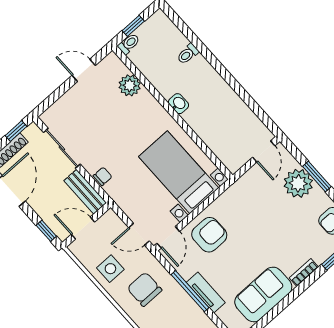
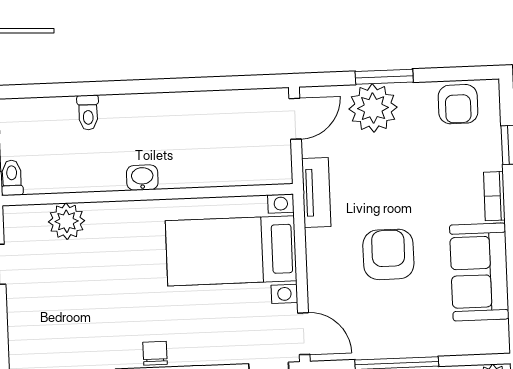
door: (264, 152) -> (295, 119), hinge flipped
armchair: (209, 235) -> (388, 254), moved
tv unit: (206, 293) -> (316, 192), moved, turned 90

